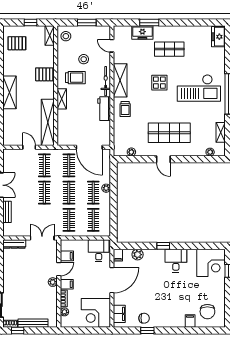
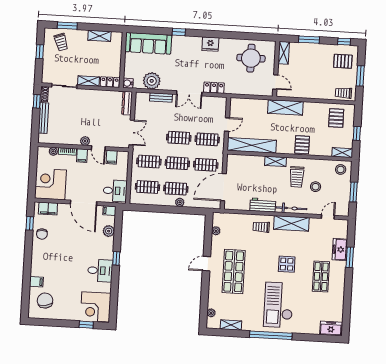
chair: (207, 312) -> (45, 301), turned 79
window: (147, 330) -> (30, 223), moved

